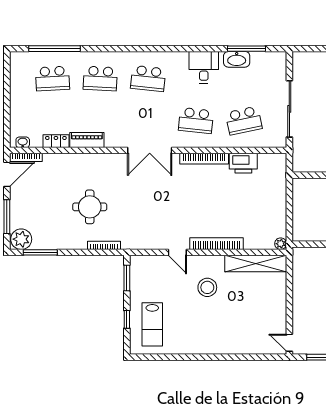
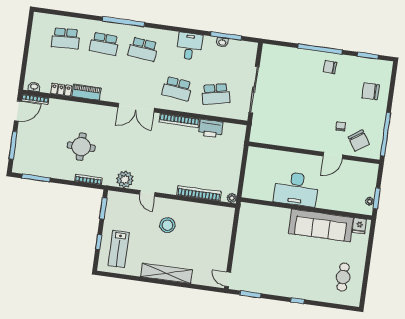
window: (55, 49) -> (123, 22), moved
washbasin: (237, 59) -> (222, 42), width x0.52, depth x0.69
plant: (21, 239) -> (125, 179), moved
bookcase: (216, 244) -> (199, 193), moved
shelving: (256, 264) -> (166, 273), moved

